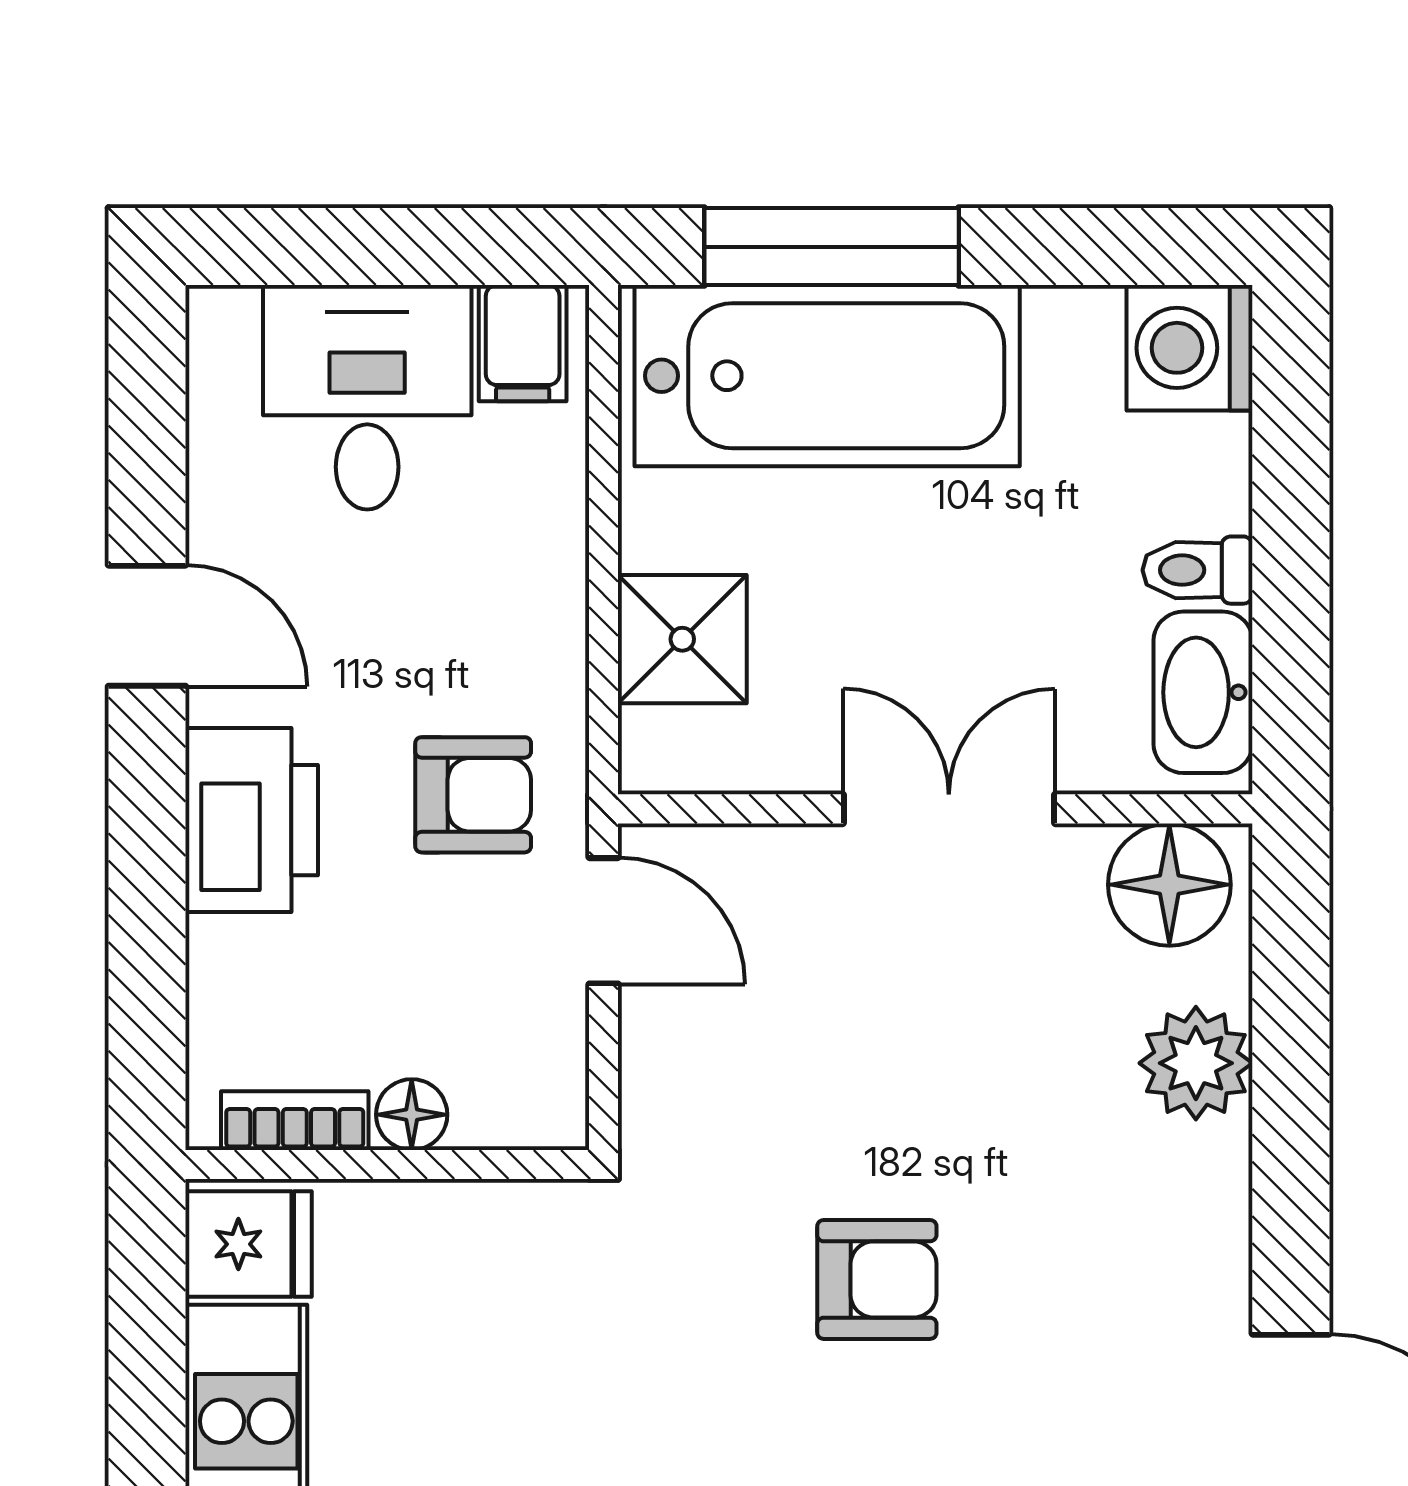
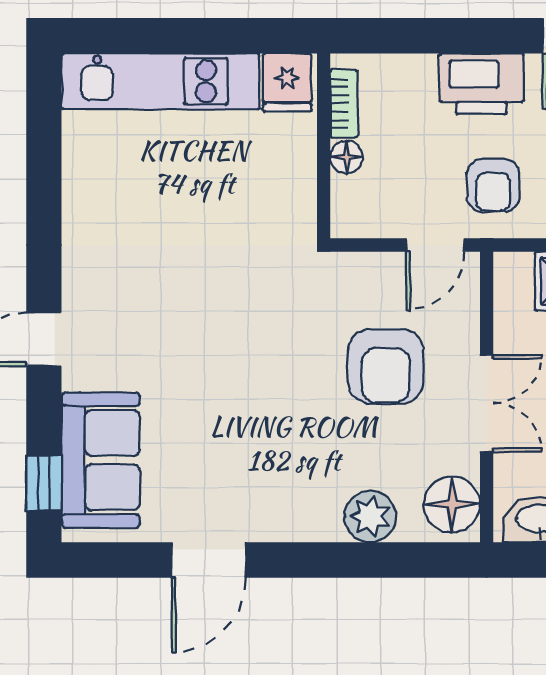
armchair: (877, 1279) -> (386, 366), moved, width x1.38, depth x1.38

